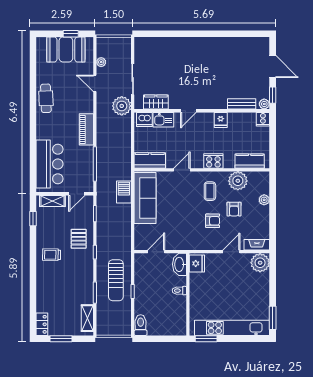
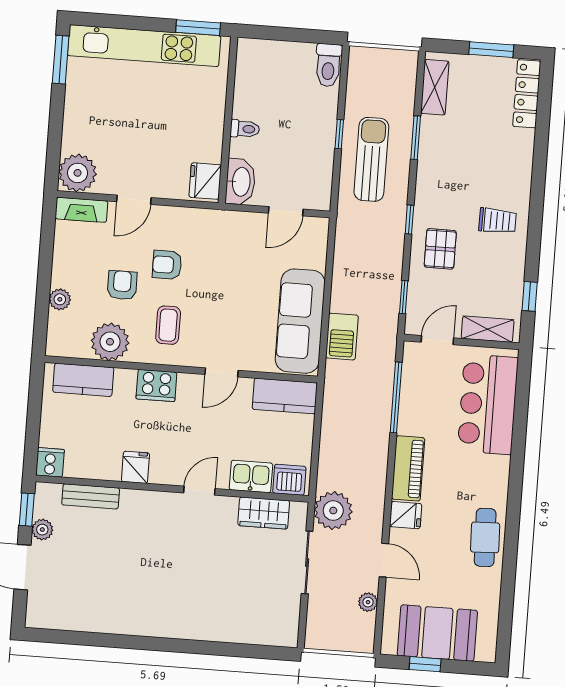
plant: (264, 104) -> (42, 530), moved
fridge: (86, 106) -> (406, 515), added
locker: (42, 324) -> (527, 94), width x1.53

